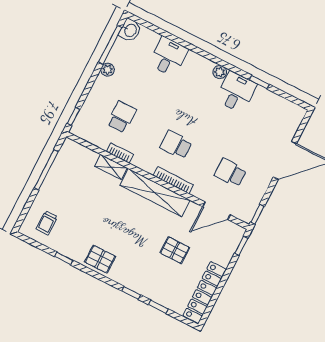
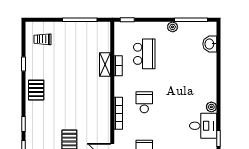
washbasin: (130, 30) -> (210, 44), moved, turned 90
desk: (168, 57) -> (204, 65), removed
school desk: (122, 117) -> (144, 54), width x1.85
shelving: (155, 193) -> (103, 105), removed

